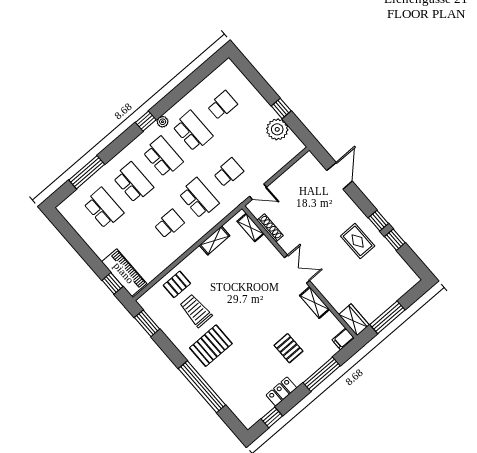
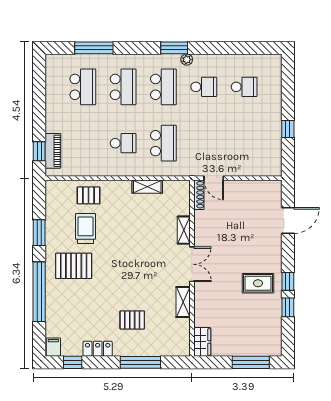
window: (146, 121) -> (174, 48), width x1.50
plant: (277, 129) -> (271, 143), removed
school desk: (193, 131) -> (204, 87), width x0.54
school desk: (228, 172) -> (204, 143), removed
shelving: (250, 228) -> (184, 230), moved
shoe rack: (270, 228) -> (199, 195), moved
rug: (358, 241) -> (258, 283), turned 90
piano: (124, 273) -> (53, 151), width x0.73, depth x0.75
window: (387, 317) -> (251, 362), moved
window: (147, 323) -> (39, 233), moved
filing cabinet: (343, 339) -> (53, 347), moved, turned 90
pallet: (288, 348) -> (132, 320), turned 90

